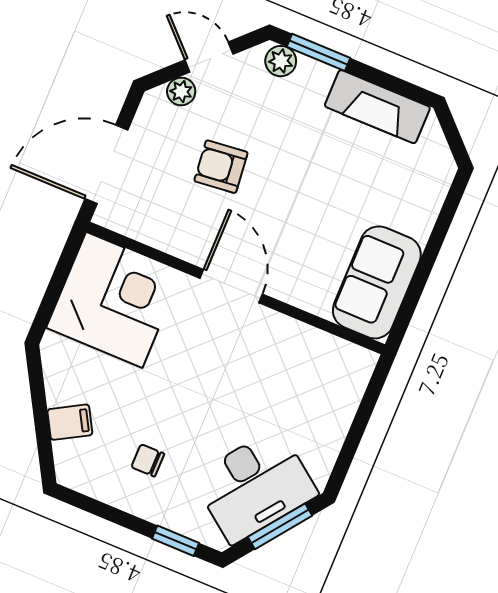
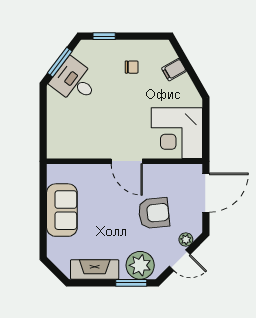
plant: (281, 61) -> (140, 265), width x1.87, depth x1.87
armchair: (221, 167) -> (154, 213), width x1.38, depth x1.38
sofa: (377, 282) -> (62, 210), moved
desk: (255, 486) -> (75, 81), width x0.73

